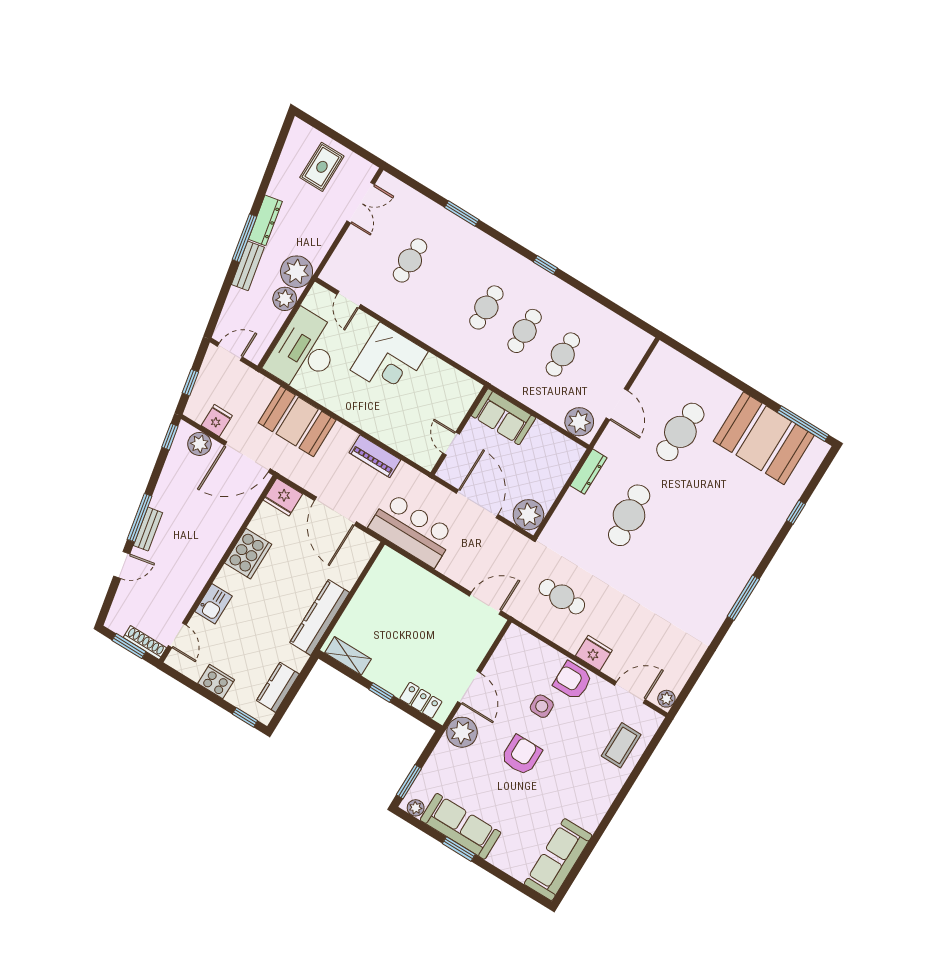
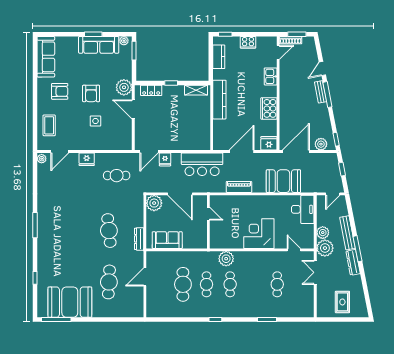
double door: (361, 203) -> (315, 272), moved
bench: (248, 266) -> (347, 233), width x1.36
desk: (305, 351) -> (303, 209), width x0.73, depth x0.77
cafe table: (563, 354) -> (183, 284), width x1.37, depth x1.35
door: (617, 404) -> (145, 277), hinge flipped
sofa: (503, 417) -> (167, 240), moved
fridge: (217, 421) -> (165, 159), moved
plant: (579, 422) -> (226, 259), moved
door: (335, 511) -> (242, 151), hinge flipped
door: (177, 635) -> (278, 52), swing flipped
armchair: (573, 681) -> (60, 91), moved

